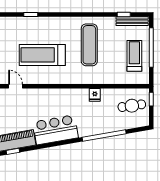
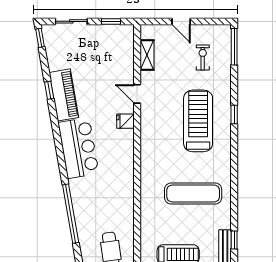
treadmill: (42, 55) -> (198, 121), moved
door: (16, 86) -> (137, 94), swing flipped
fridge: (95, 95) -> (126, 121), moved

